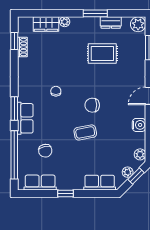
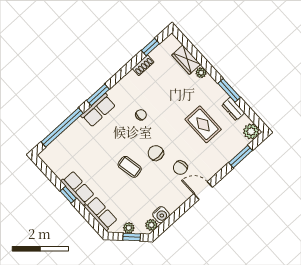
shoe rack: (22, 47) -> (143, 65), moved
water cooler: (139, 125) -> (161, 215), moved
chair: (45, 151) -> (180, 168), moved
row of seats: (40, 183) -> (78, 188), moved

